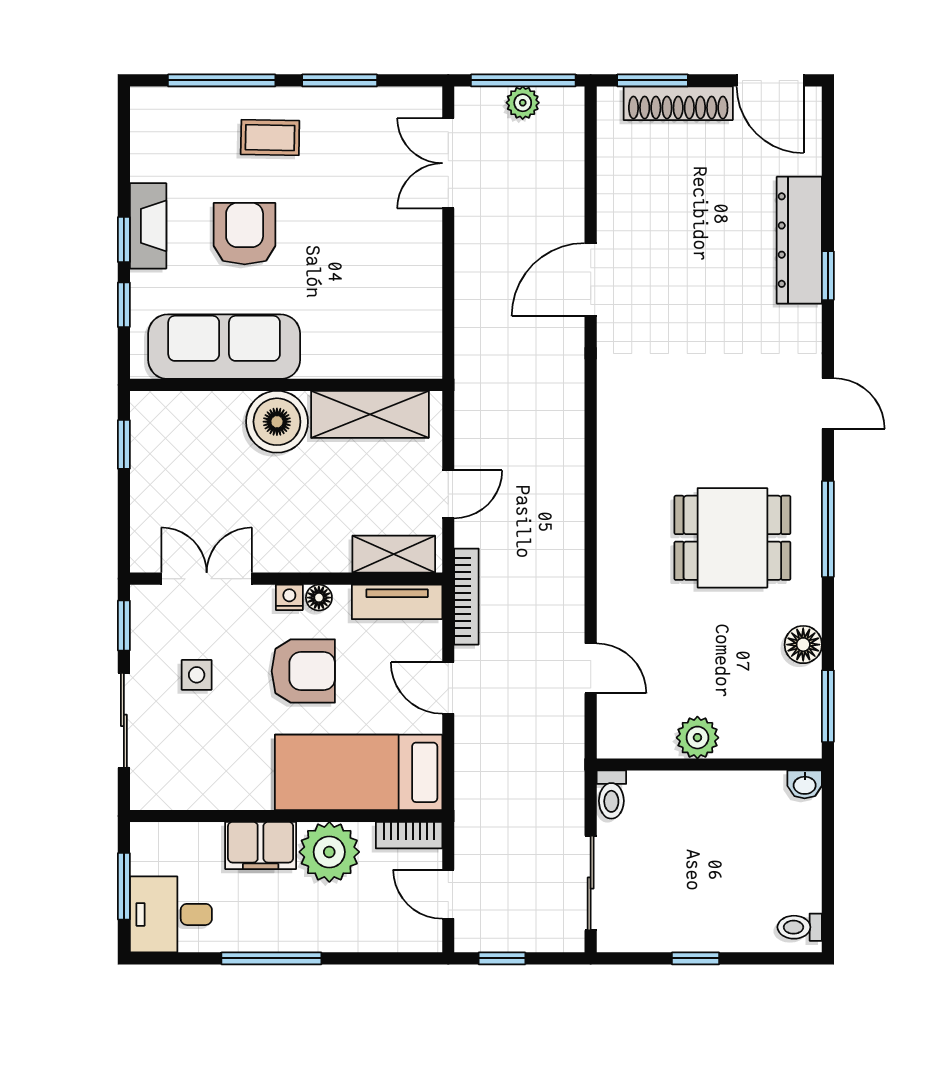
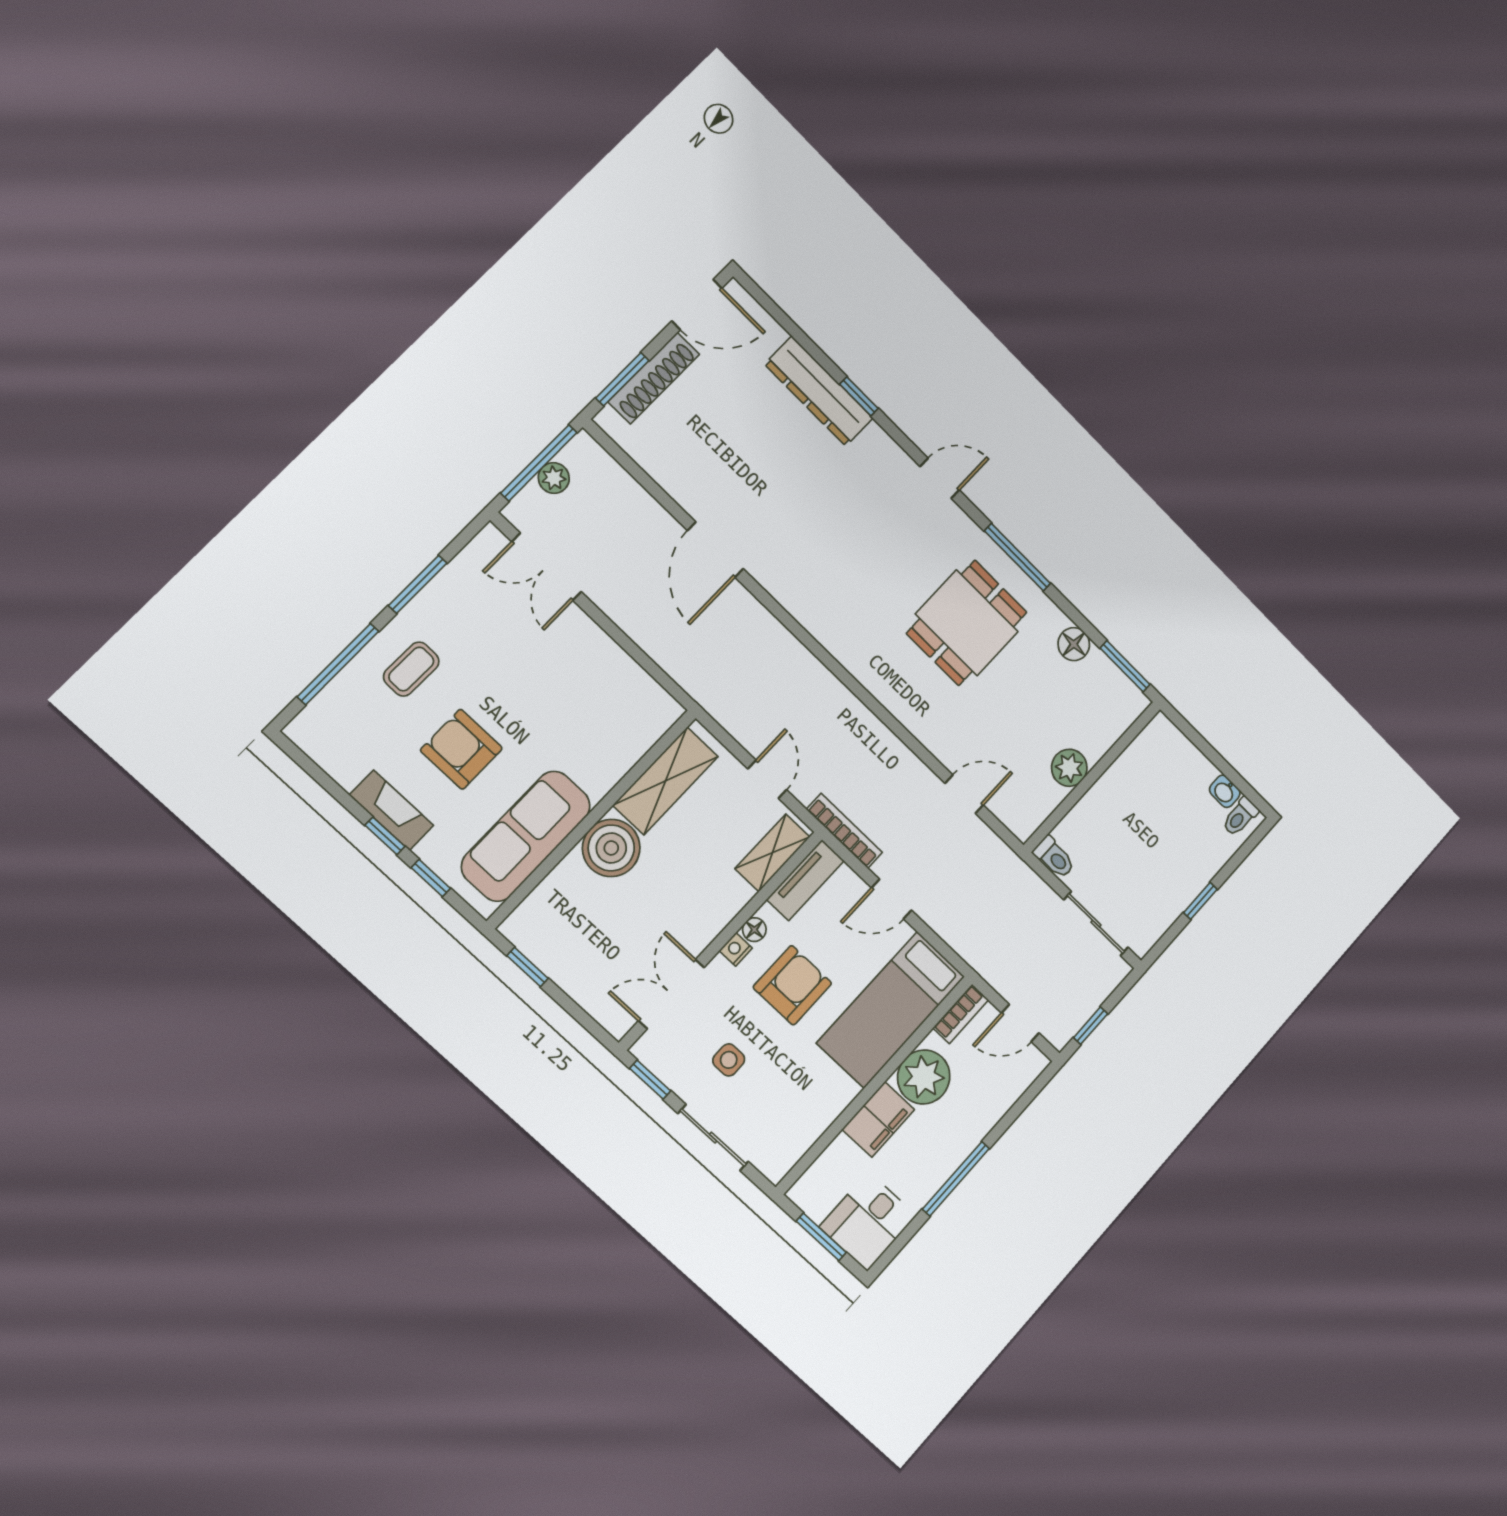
washbasin: (805, 784) -> (1225, 791), moved, turned 90

